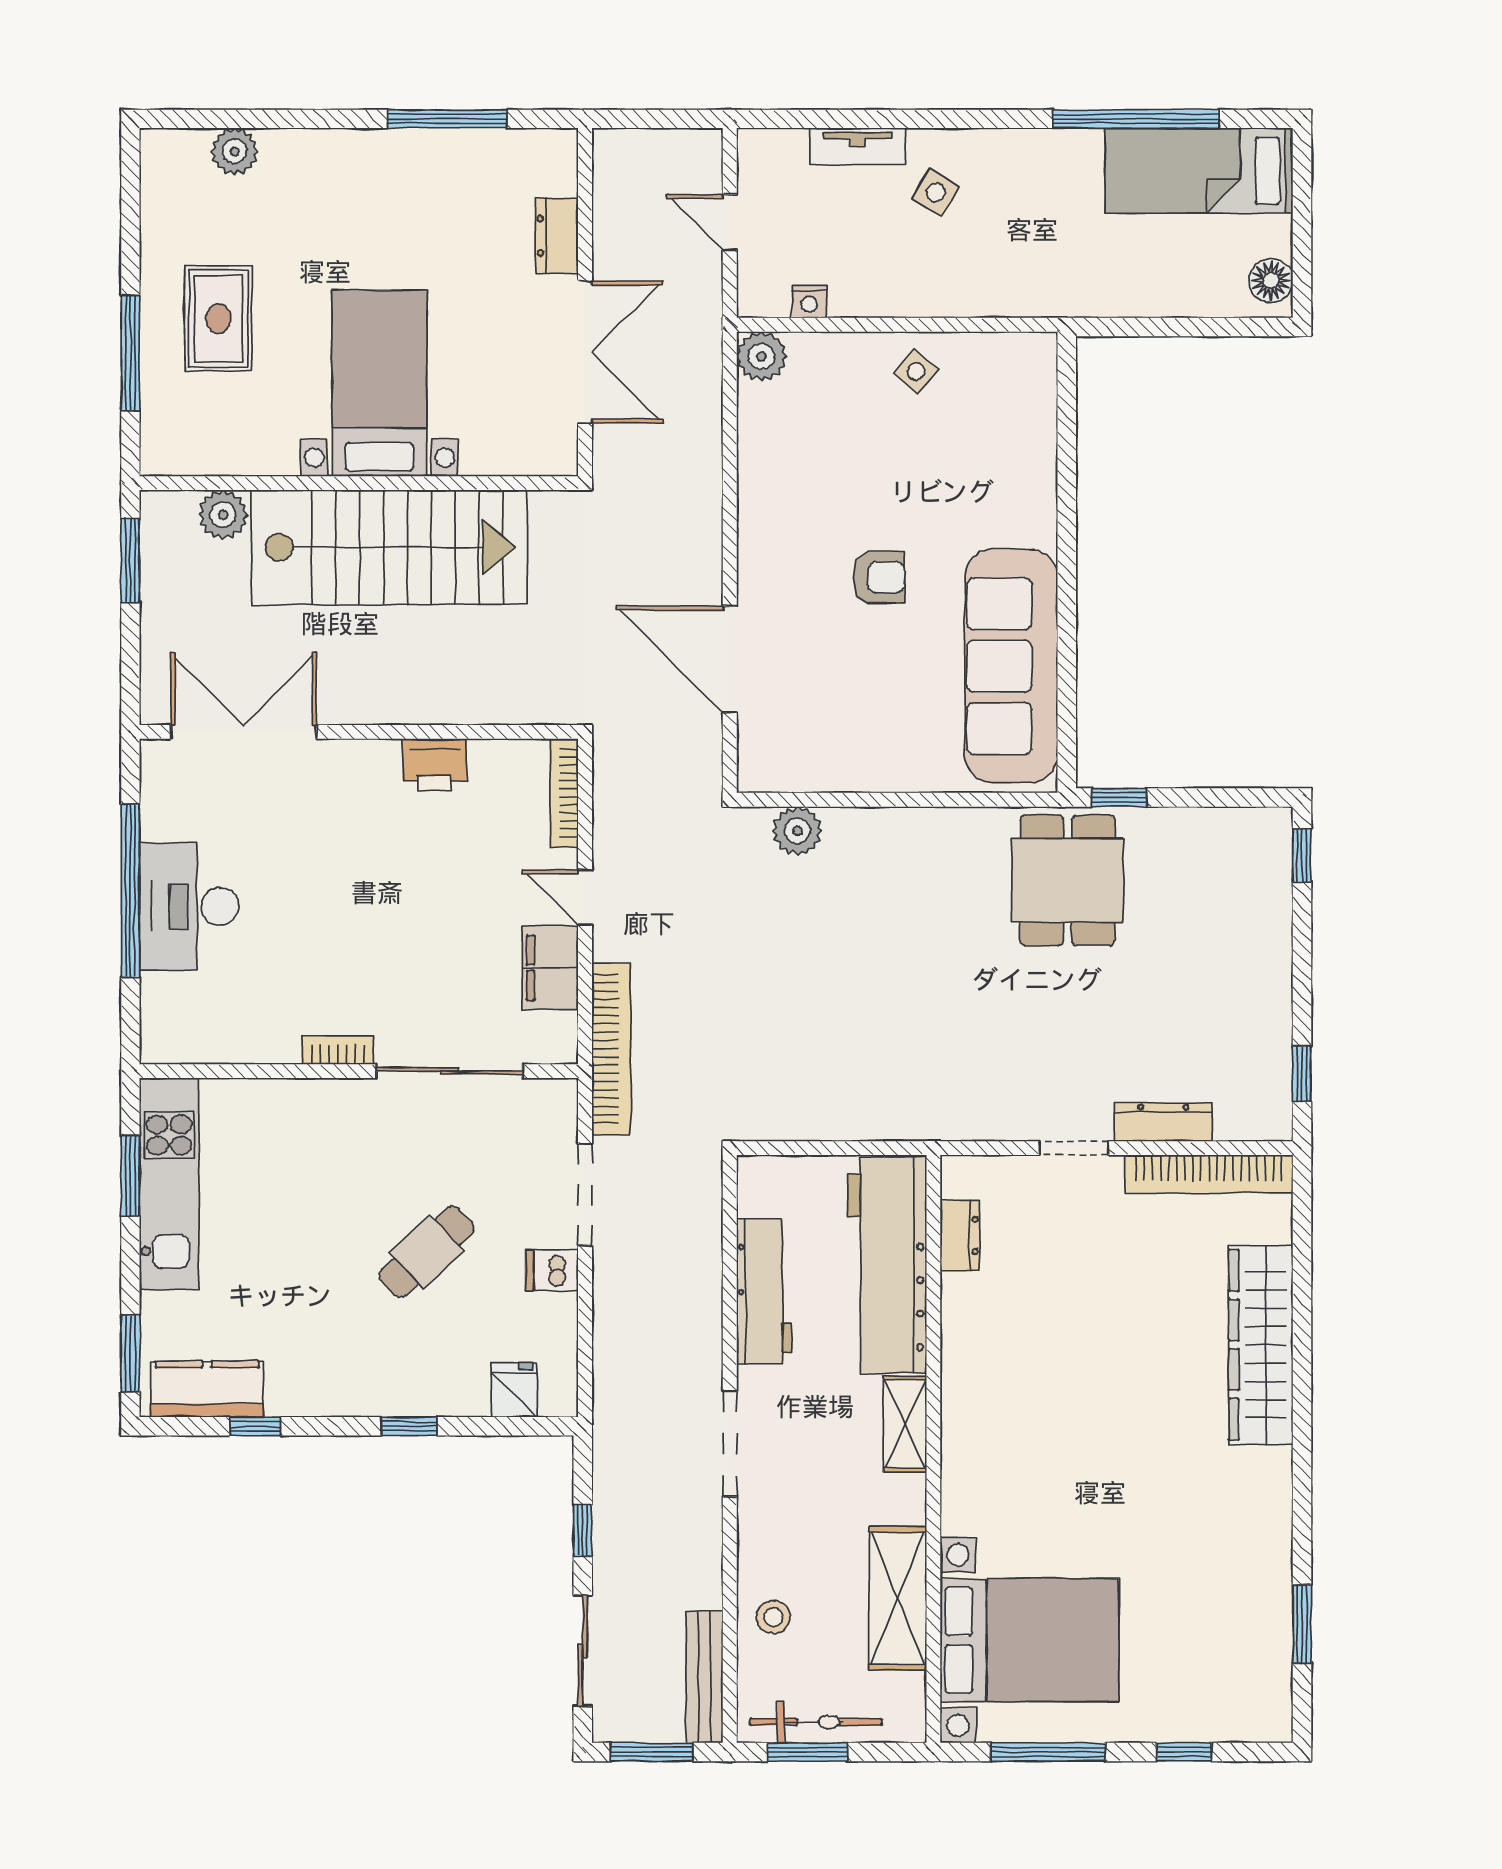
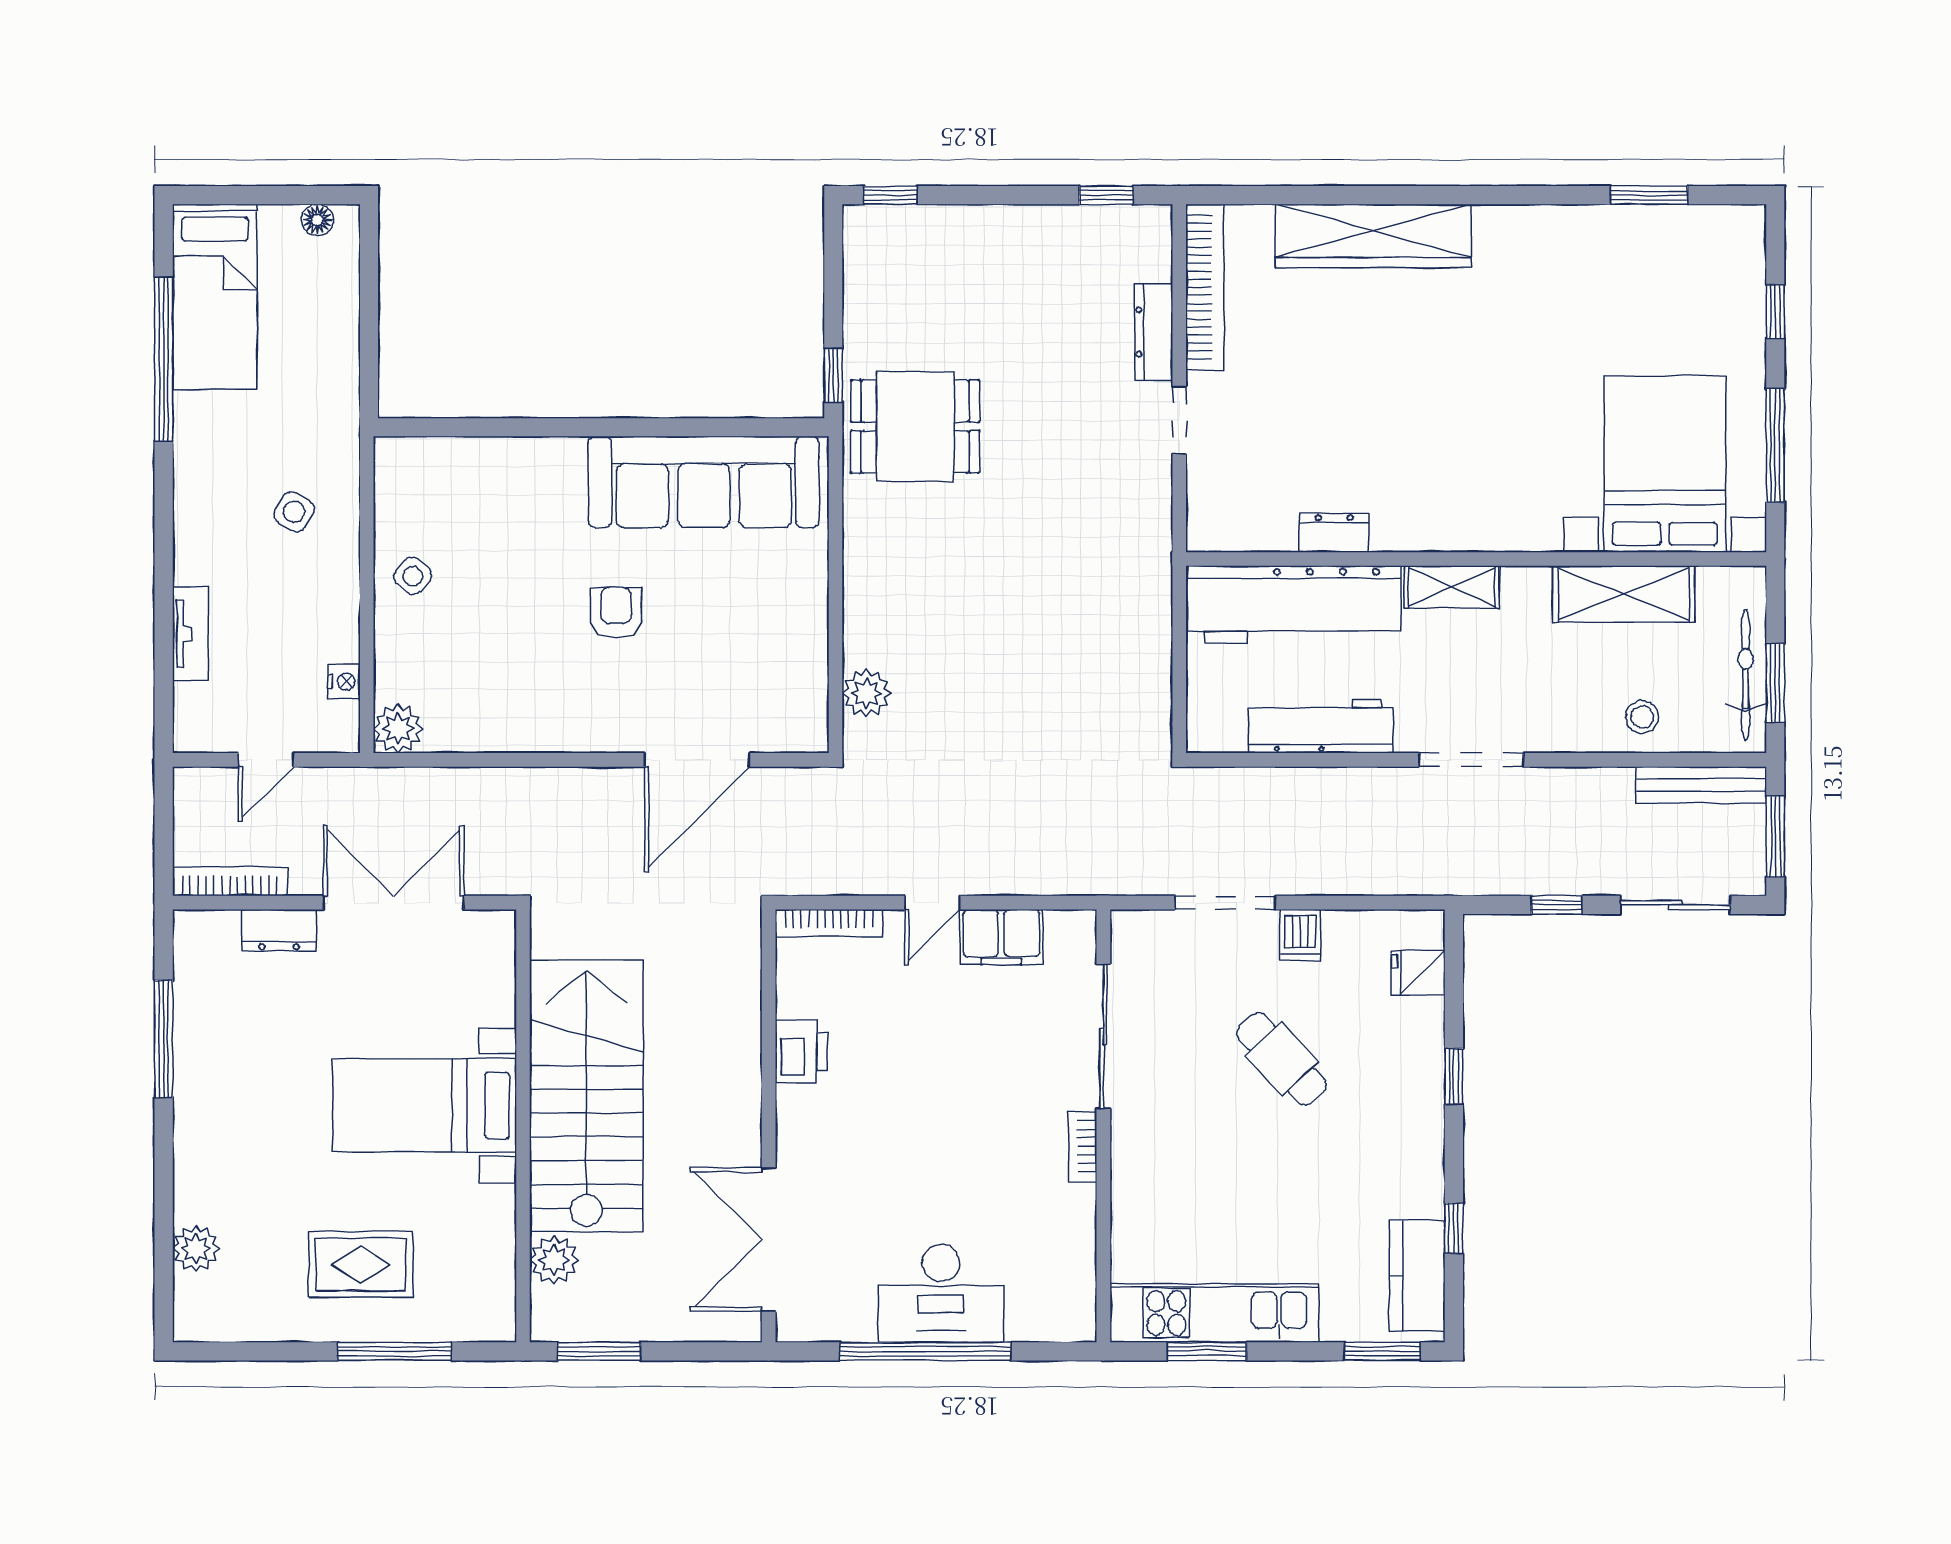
side table: (936, 192) -> (294, 512), moved
floor lamp: (1271, 281) -> (317, 220), width x0.73, depth x0.73
bookcase: (611, 1049) -> (230, 881), moved, width x0.68, depth x0.76
dresser: (960, 1235) -> (1334, 533), moved

